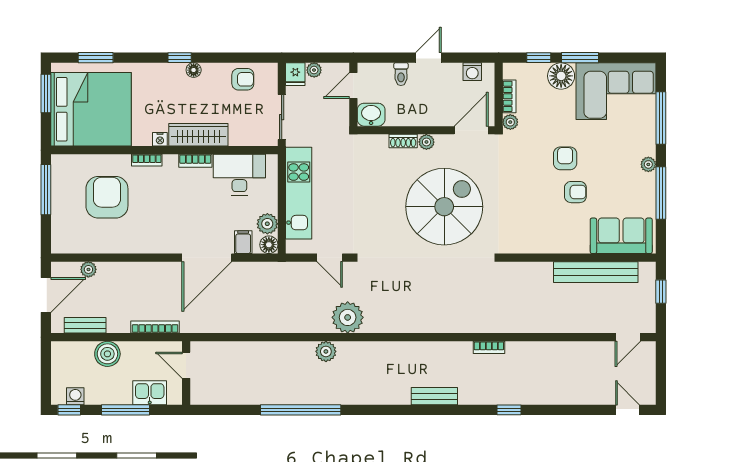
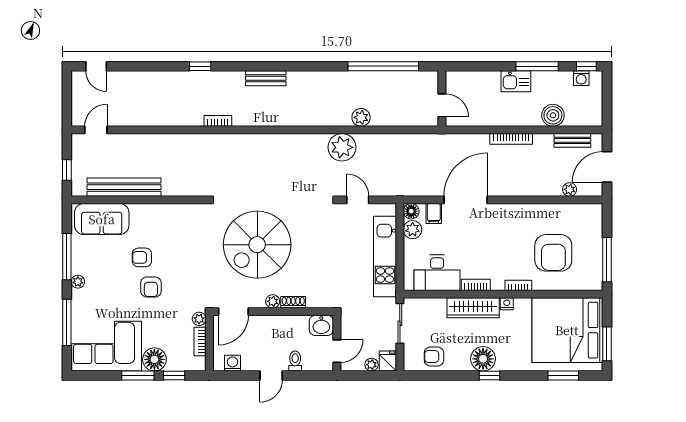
floor lamp: (194, 70) -> (483, 359), width x1.89, depth x1.89
door: (186, 365) -> (442, 105), moved
wall: (186, 373) -> (442, 98), moved

